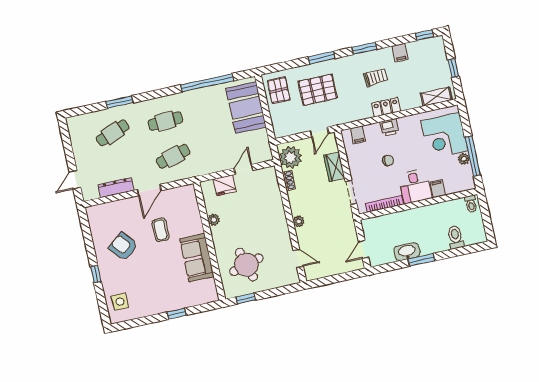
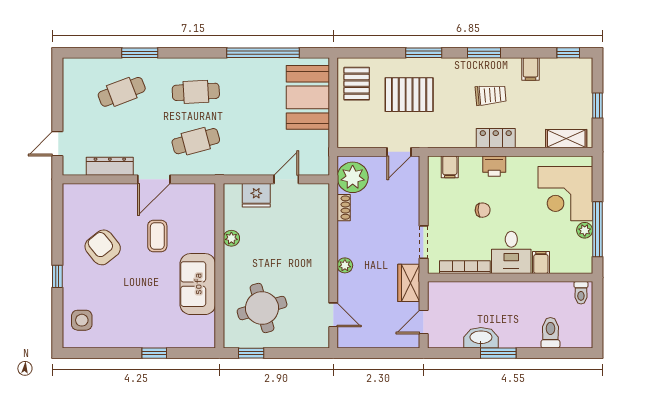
wardrobe: (334, 167) -> (409, 283), moved

